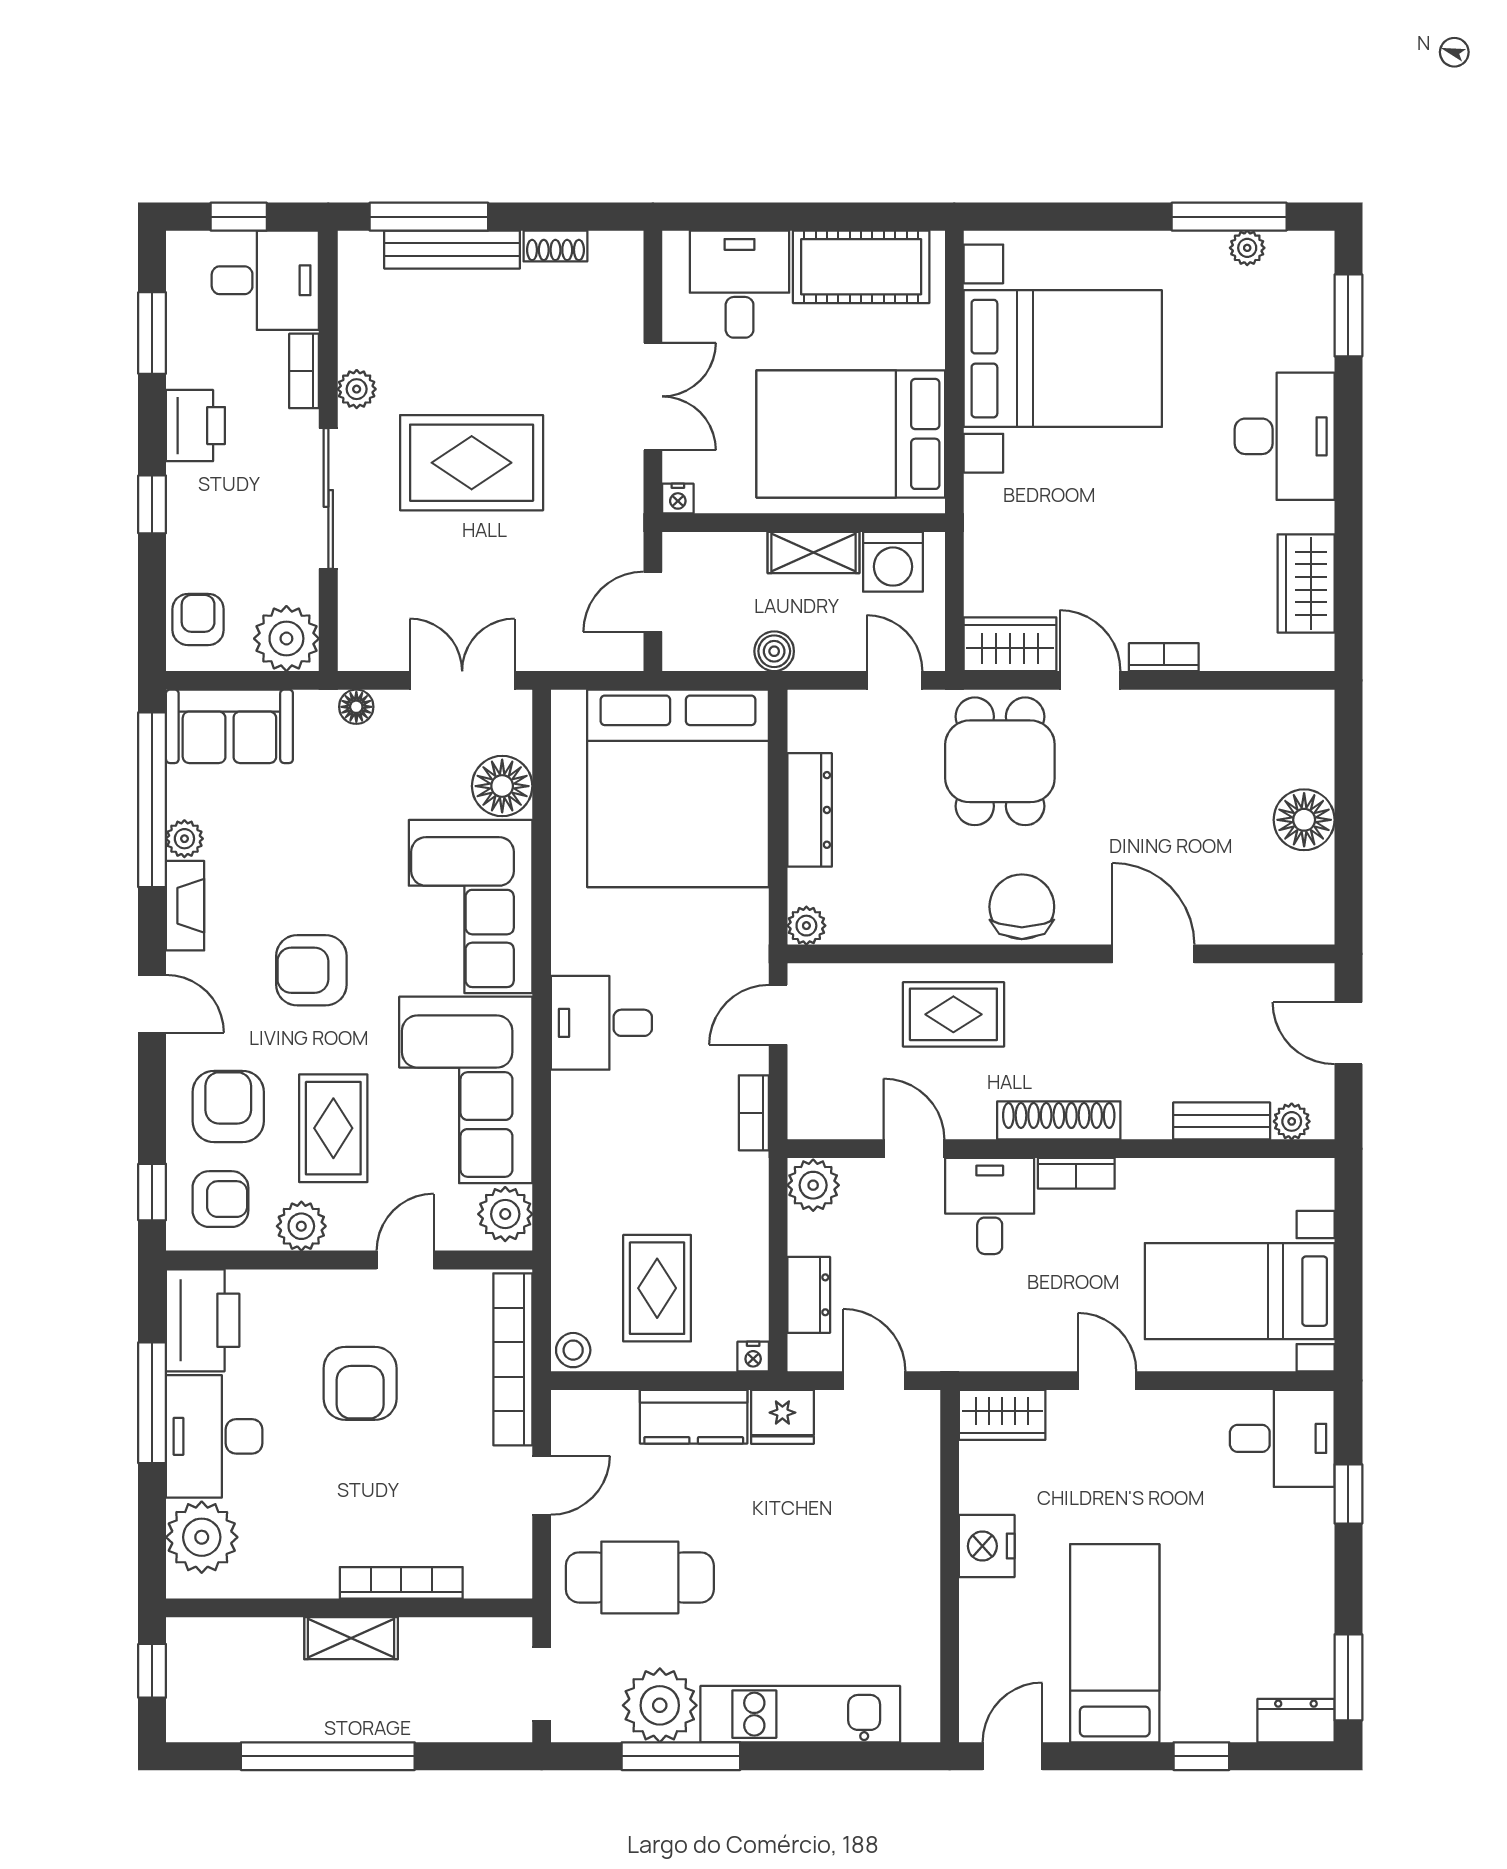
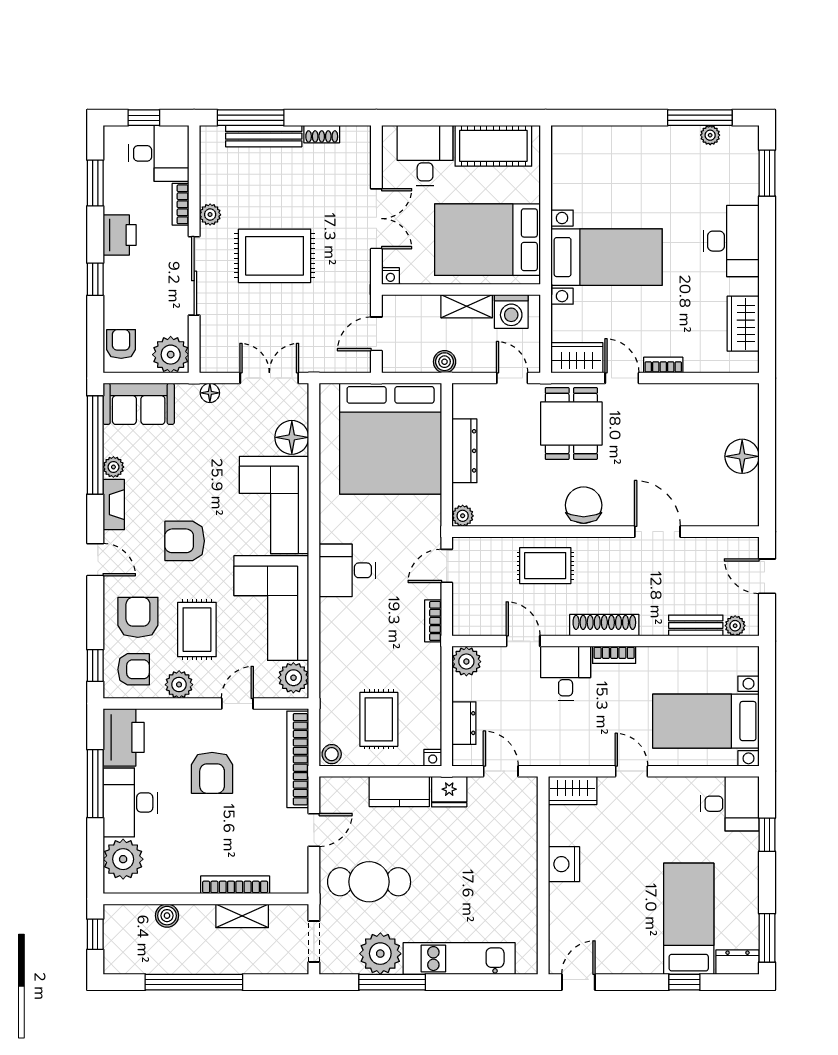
bed with nightstands: (1063, 359) -> (607, 257), moved, width x0.73
boiler: (280, 1638) -> (167, 916), added
shelving: (351, 1638) -> (242, 916), moved
bed: (1115, 1643) -> (689, 919), moved

